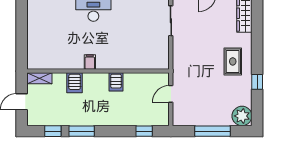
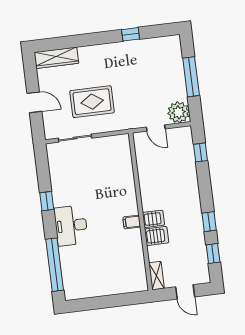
rug: (233, 61) -> (92, 102), moved, width x1.36, depth x1.43
server rack: (116, 82) -> (153, 219), moved
plant: (242, 116) -> (179, 112), moved
window: (82, 131) -> (209, 222), width x0.67

